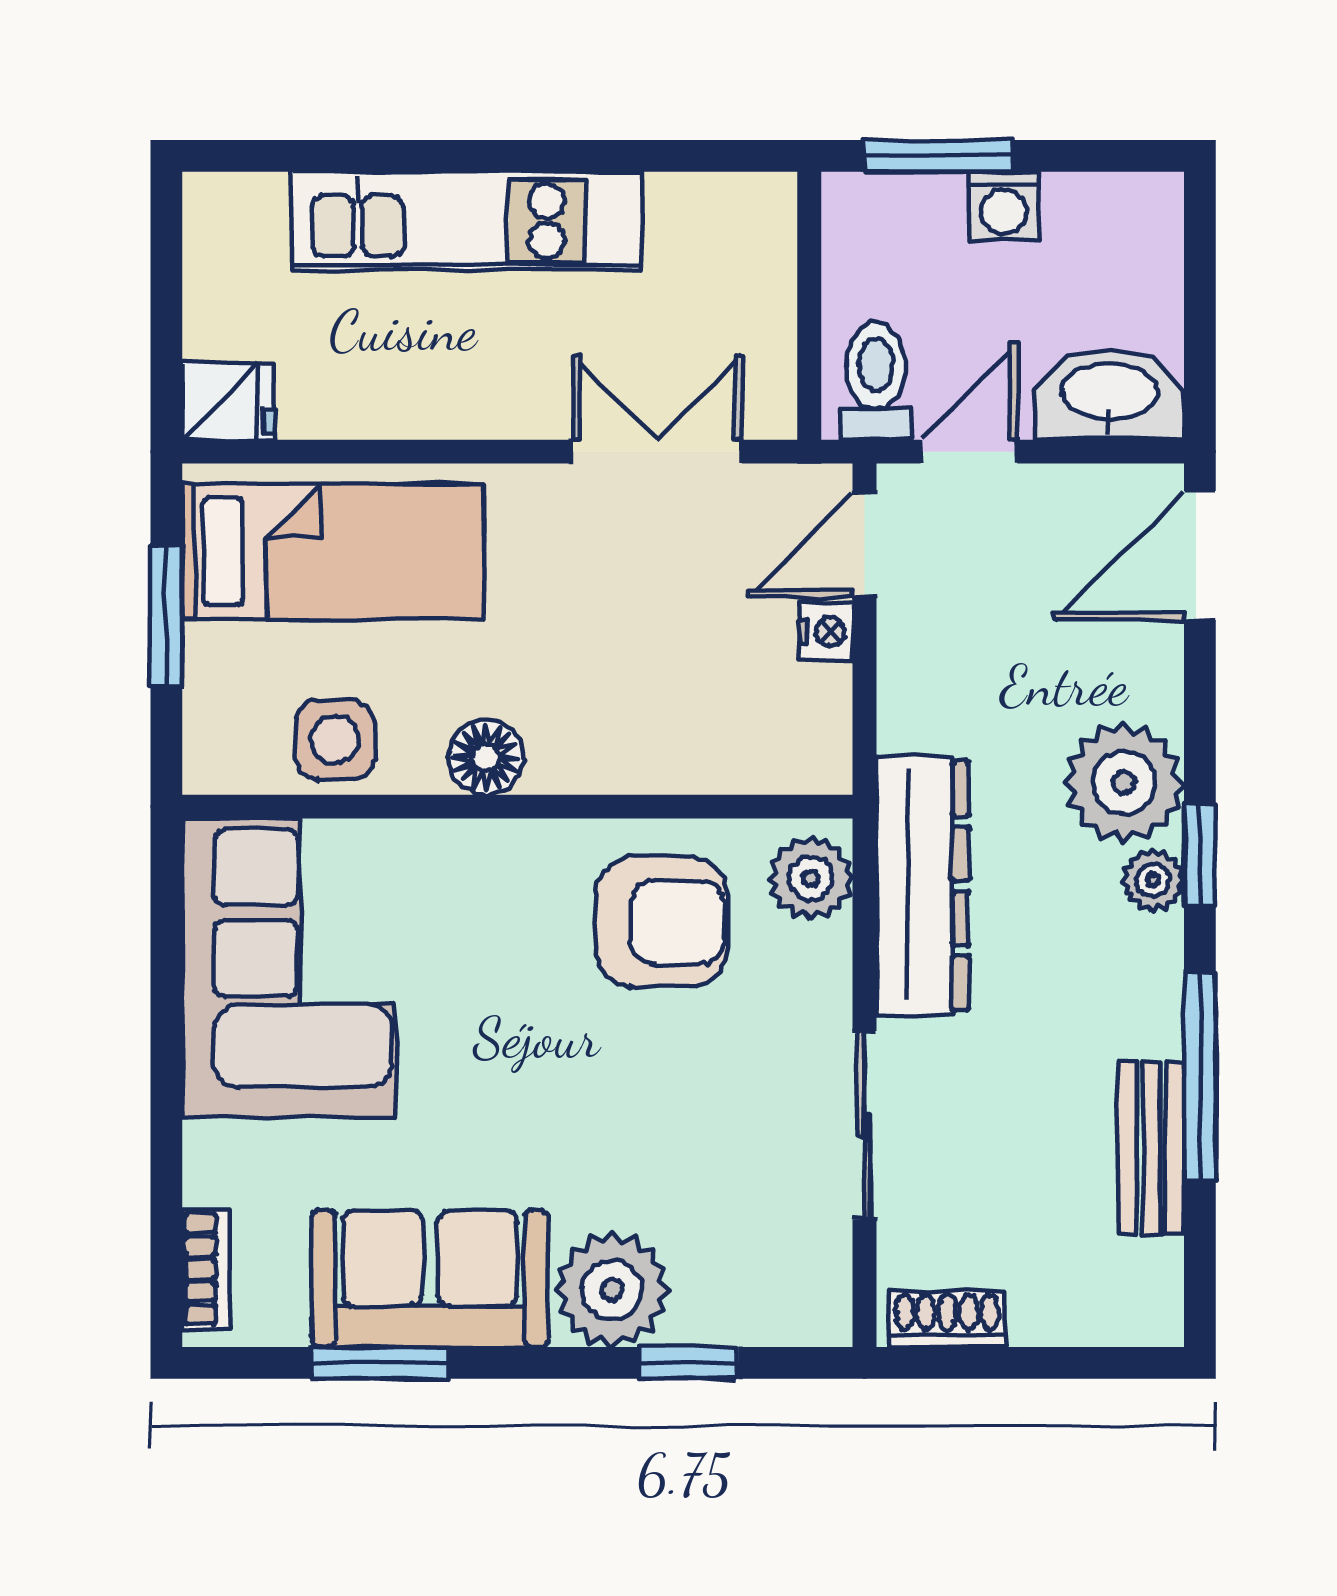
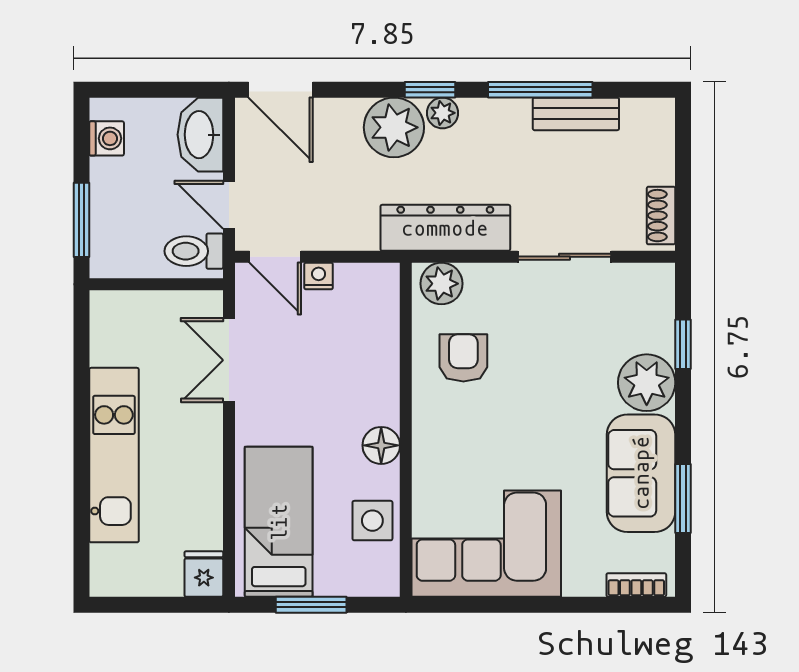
washing machine: (1004, 206) -> (107, 138), moved
armchair: (662, 922) -> (463, 358), width x0.72, depth x0.72

